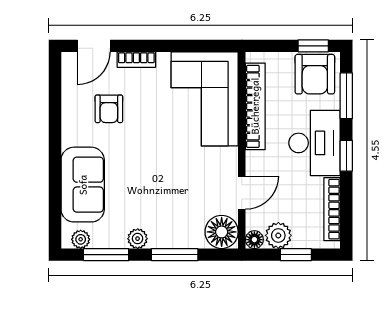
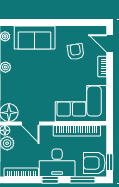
armchair: (109, 109) -> (76, 52), turned 82

